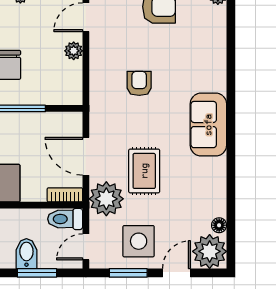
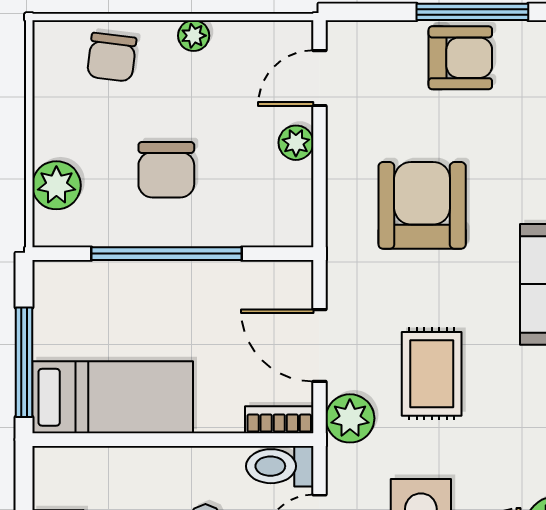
armchair: (139, 83) -> (422, 205), width x1.88, depth x1.88
plant: (106, 199) -> (350, 418), width x0.73, depth x0.73

